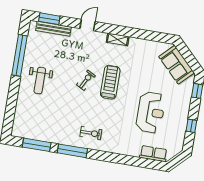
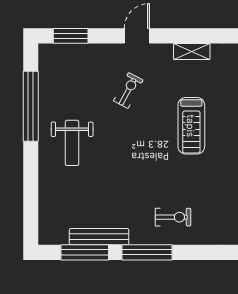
bench: (53, 29) -> (99, 237), moved
exercise bike: (86, 80) -> (128, 90), moved
treadmill: (110, 82) -> (191, 126), turned 180

